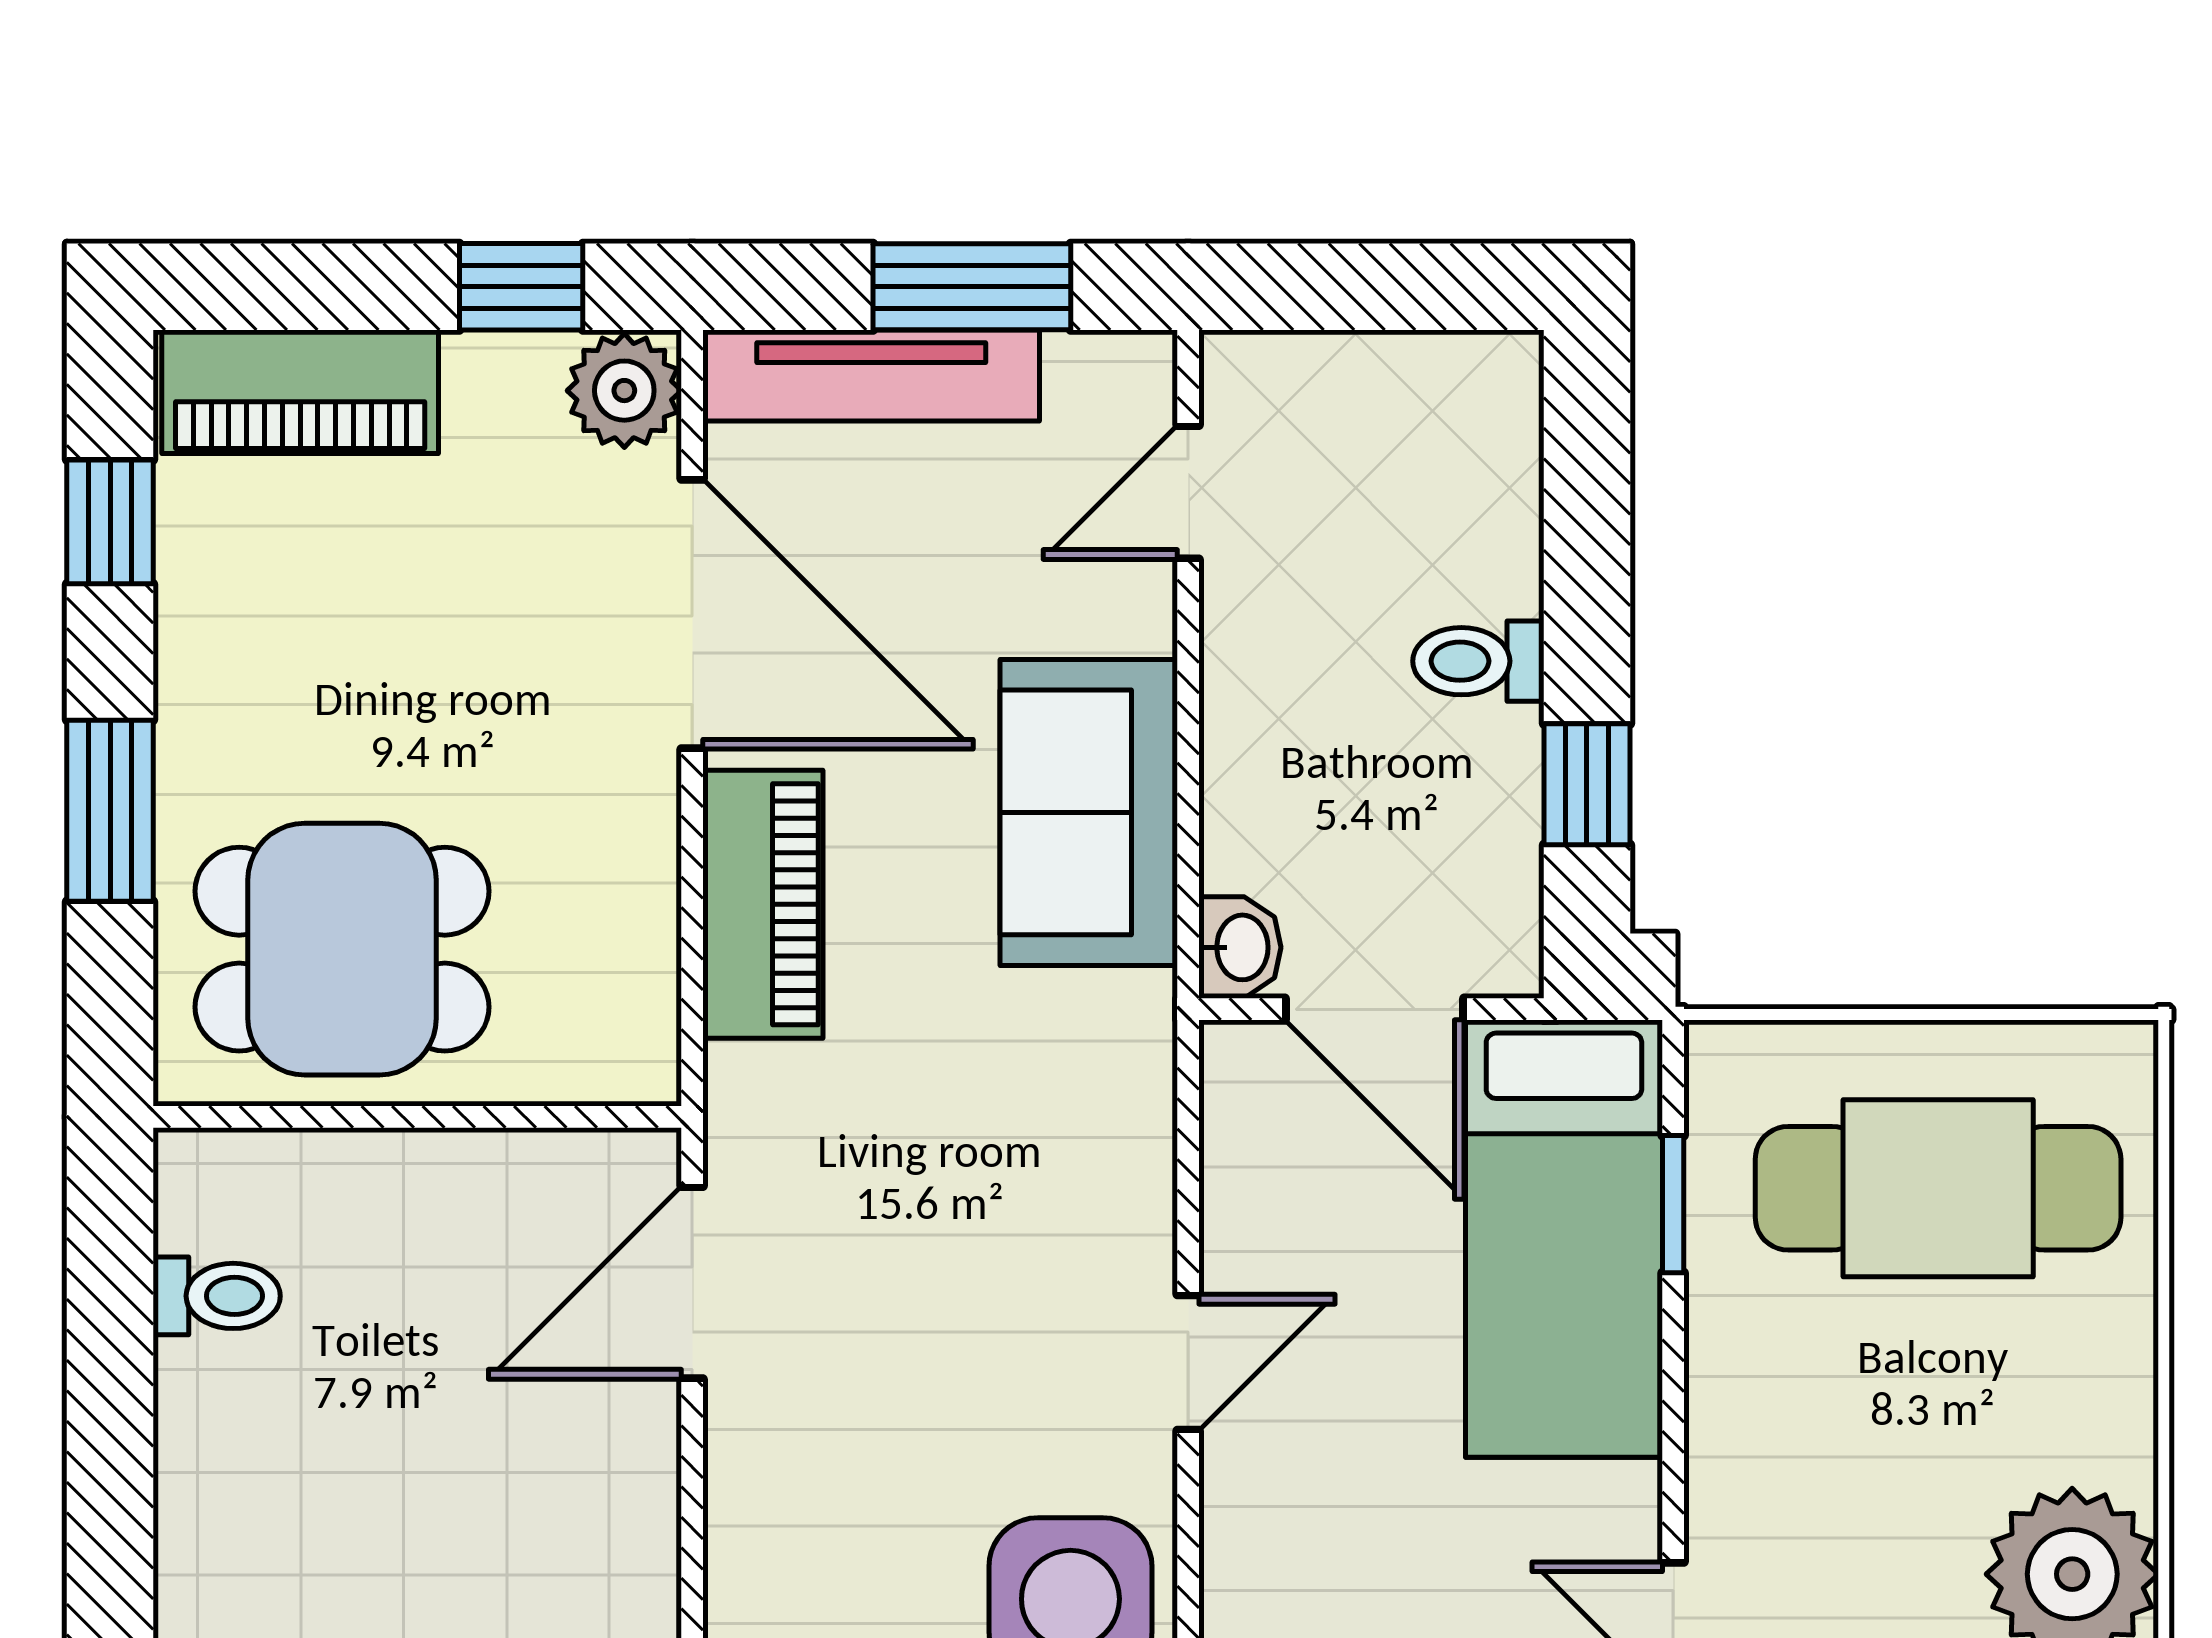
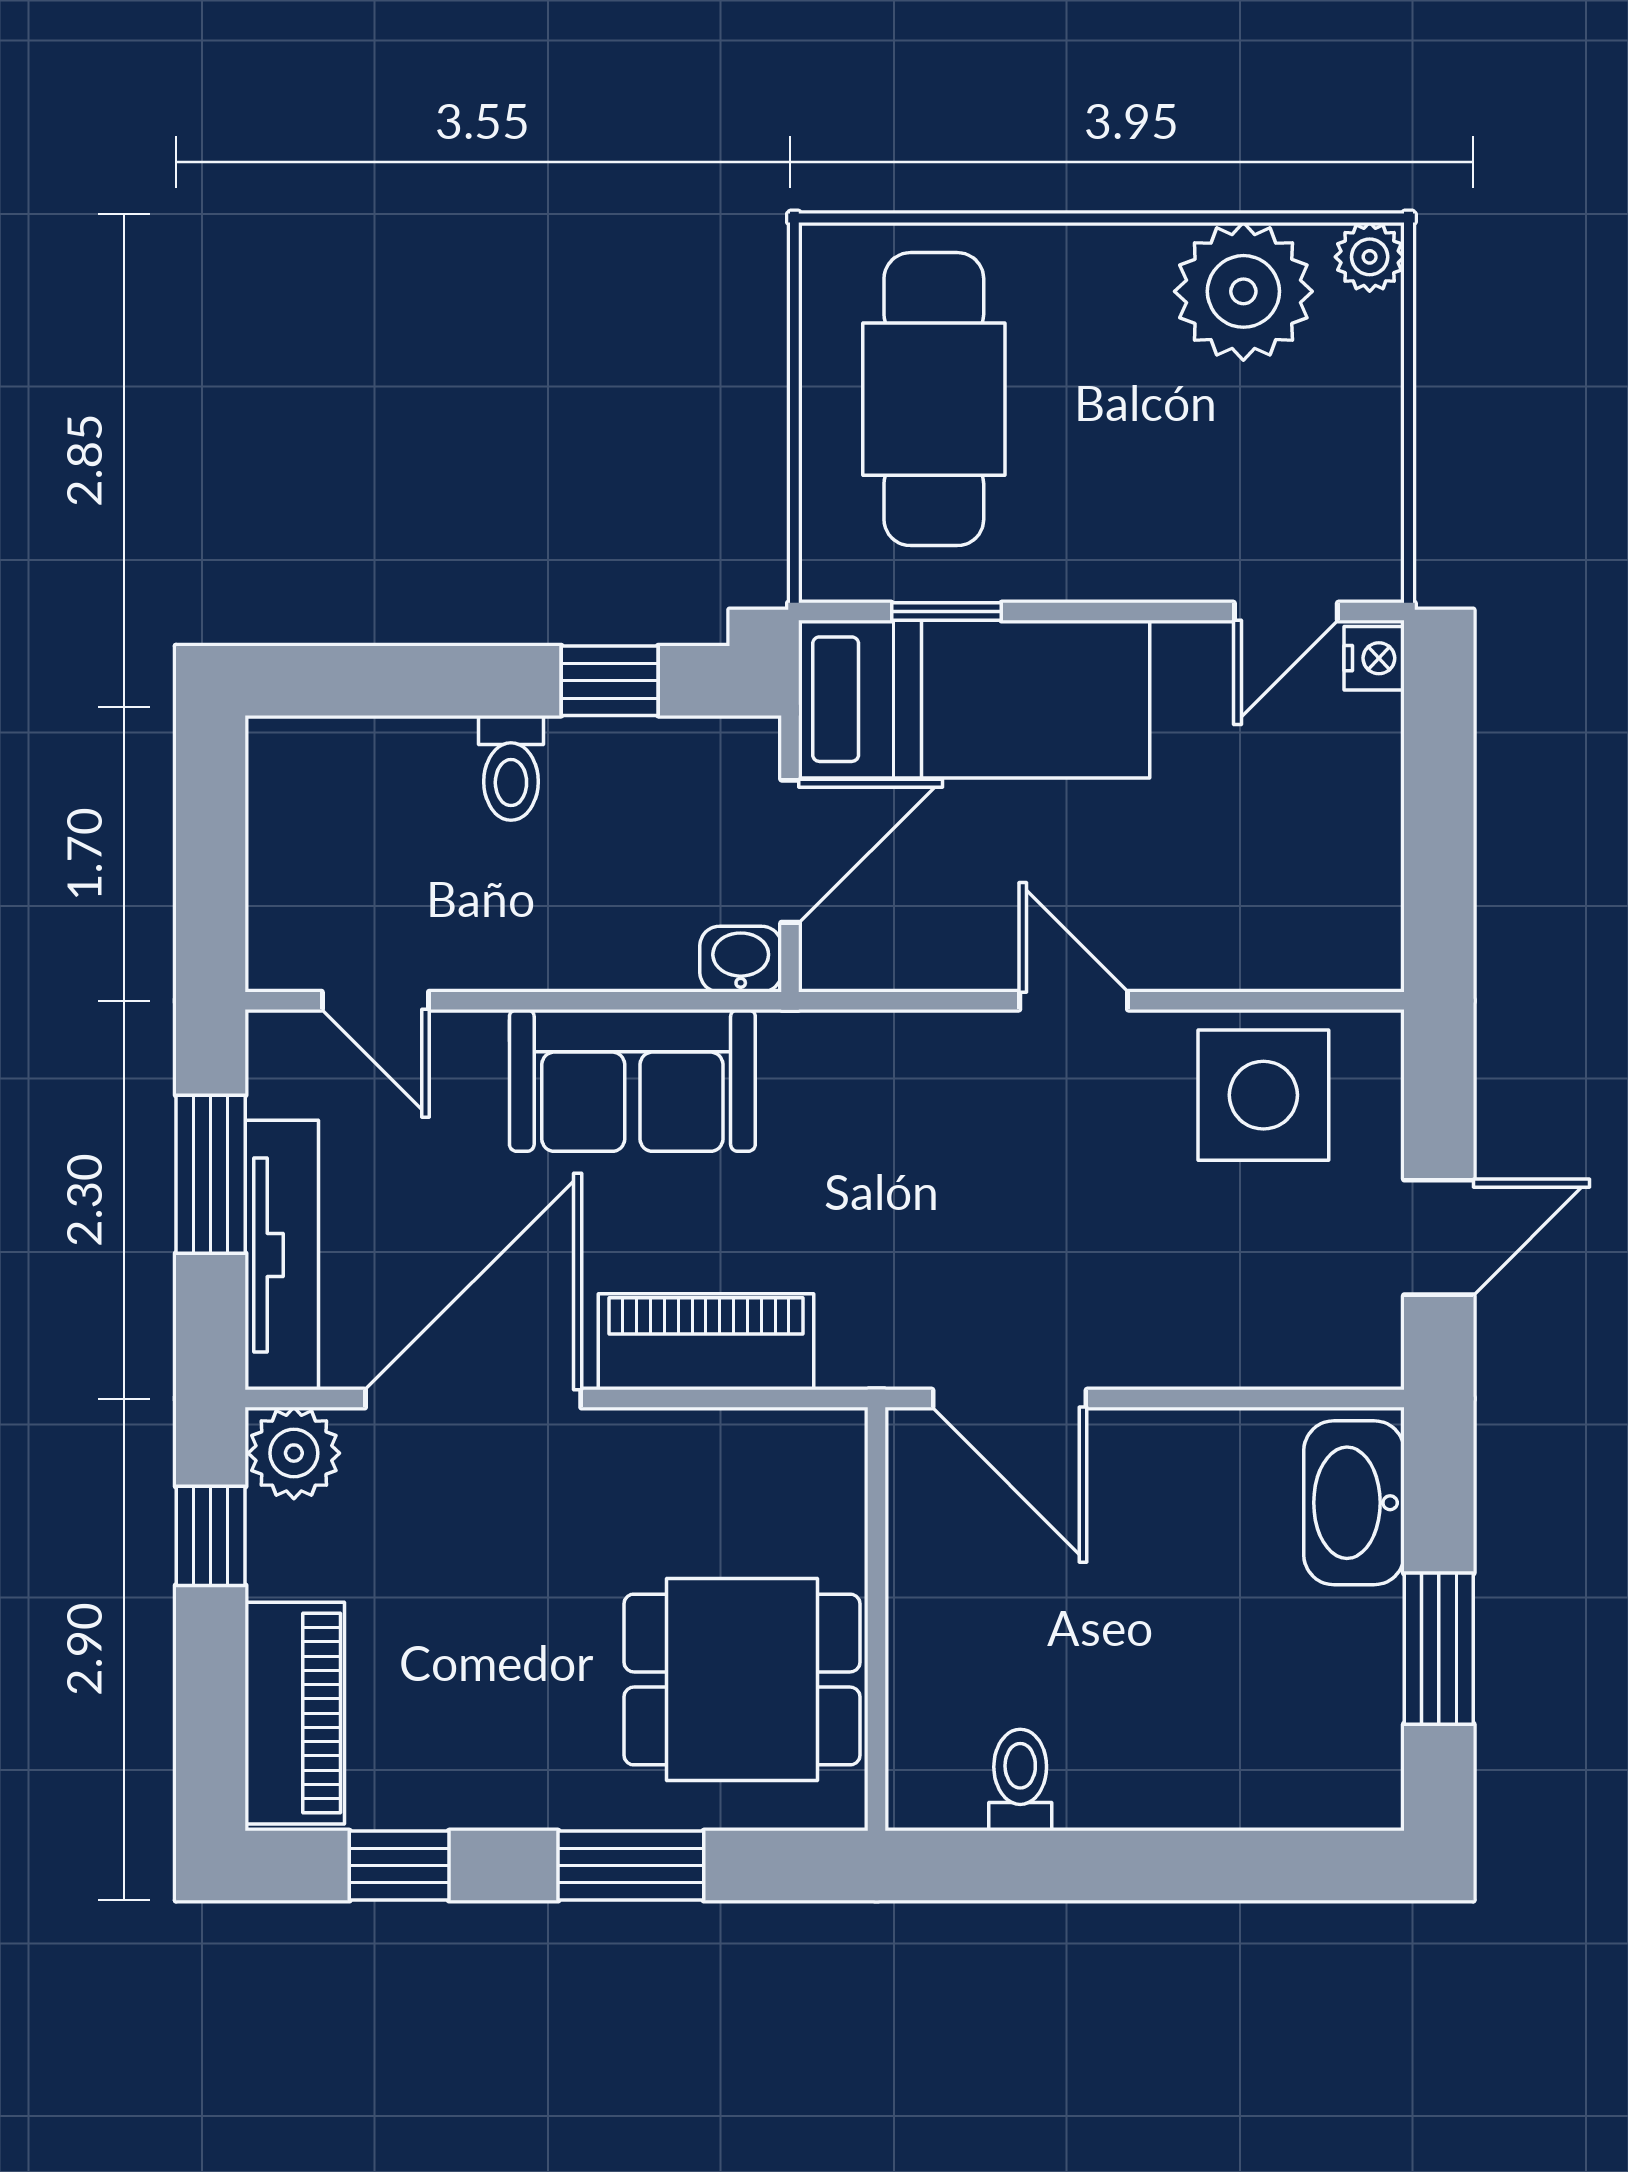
dining table: (342, 949) -> (742, 1680), turned 90

